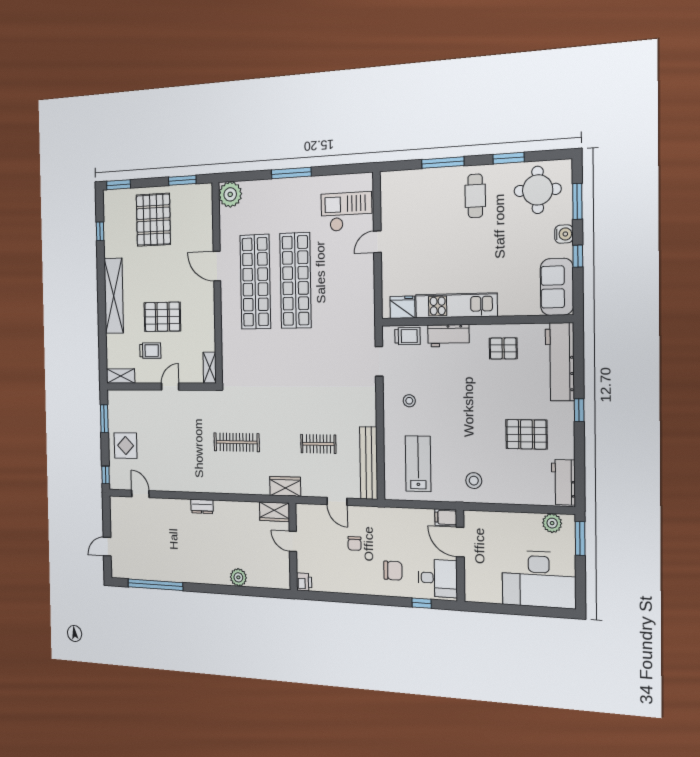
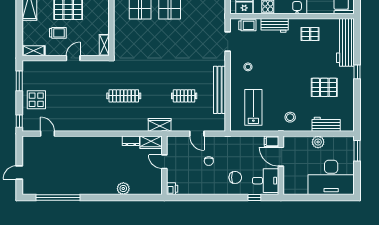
bench: (369, 463) -> (220, 90), moved
workbench: (563, 482) -> (326, 124), moved, turned 90
dresser: (202, 506) -> (131, 141), moved
plant: (552, 523) -> (318, 142), moved

